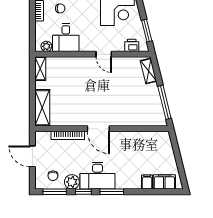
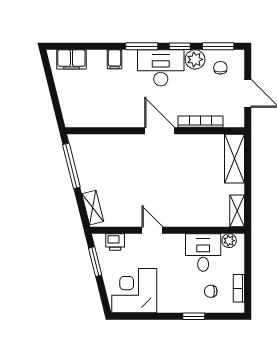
filing cabinet: (147, 182) -> (115, 59), moved

